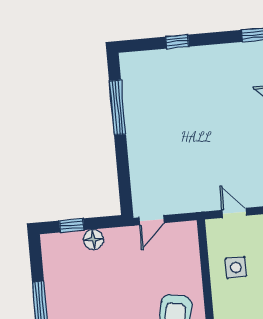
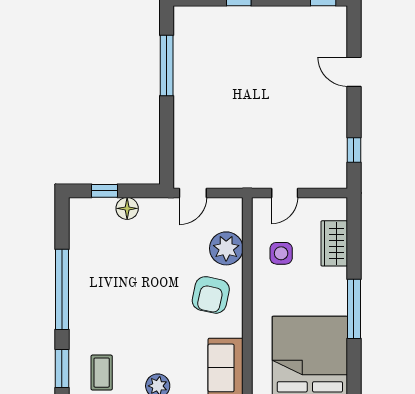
door: (234, 213) -> (285, 193), swing flipped
plant: (186, 267) -> (226, 248), added

